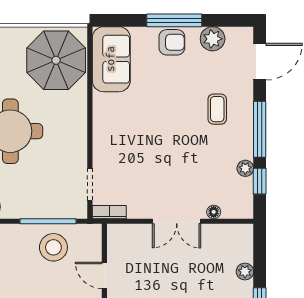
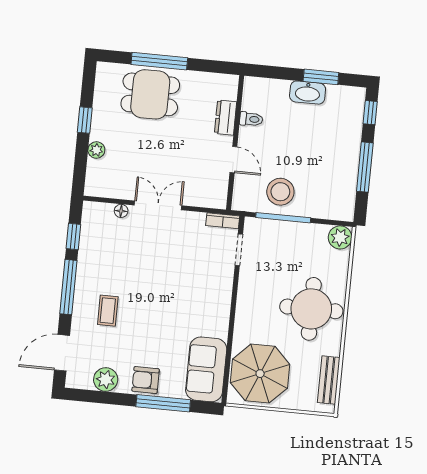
window: (174, 20) -> (163, 403), moved
plant: (245, 168) -> (86, 250), removed

